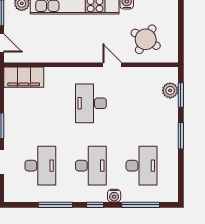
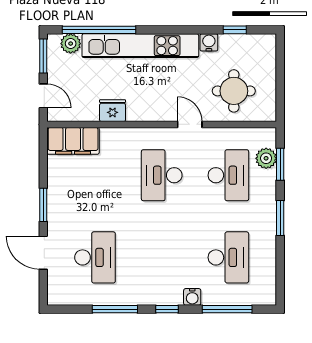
round table: (146, 39) -> (234, 91), turned -31
fridge: (54, 54) -> (113, 111), added
desk: (91, 166) -> (228, 175), moved

